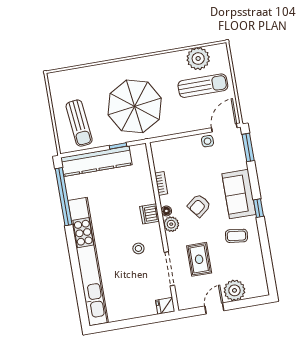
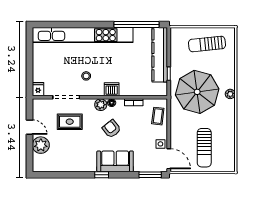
plant: (198, 59) -> (230, 94), moved, width x0.53, depth x0.53
sun lounger: (79, 123) -> (207, 44), moved
coffee table: (236, 236) -> (158, 116), moved

